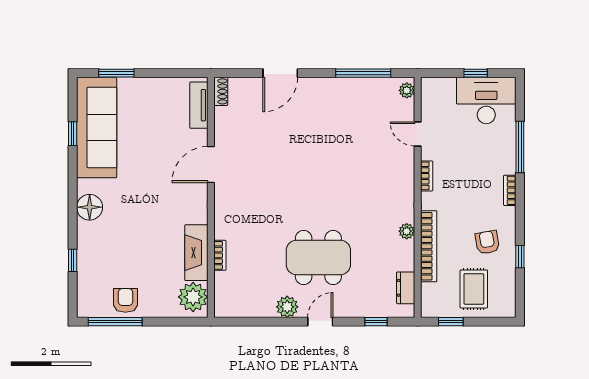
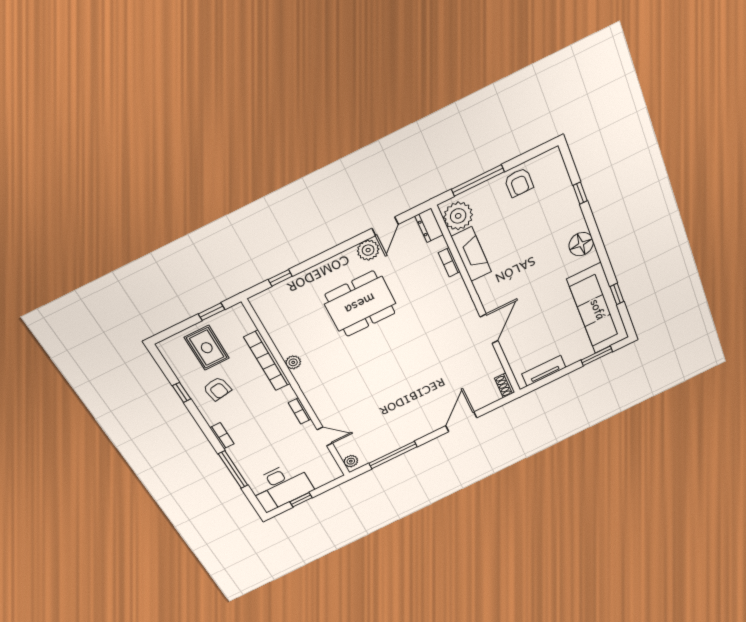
tv unit: (199, 105) -> (544, 371), moved, turned -90
dresser: (406, 288) -> (429, 225), moved, turned 180
window: (115, 322) -> (478, 180), moved
door: (320, 322) -> (385, 226), moved

